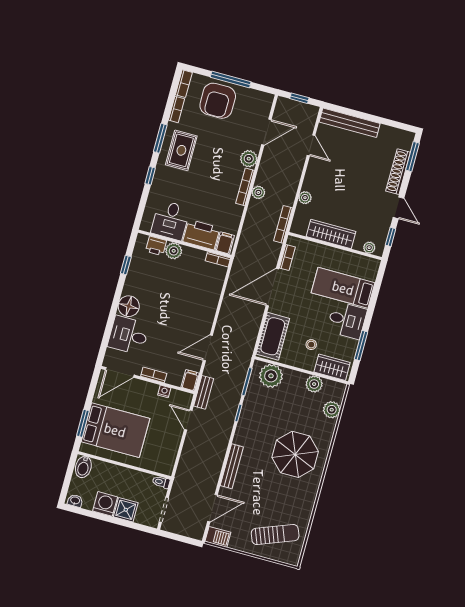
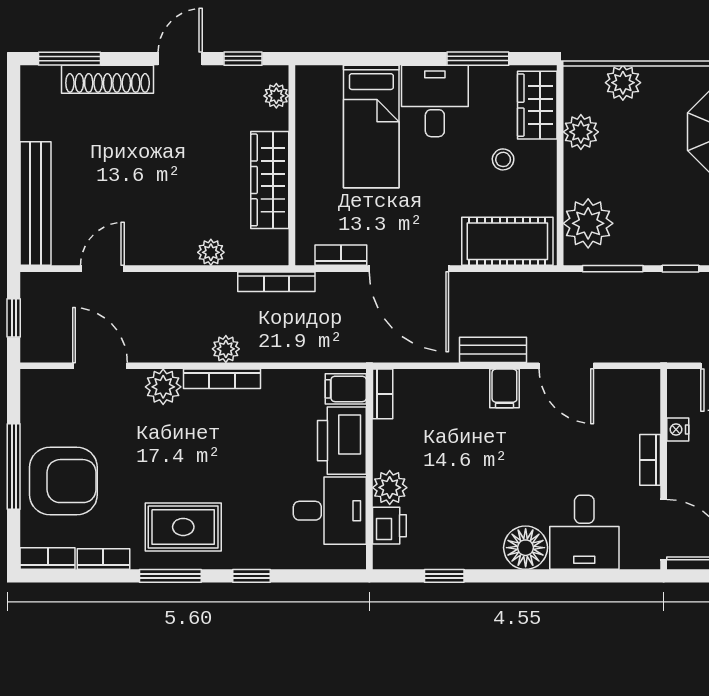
filing cabinet: (190, 380) -> (504, 388), moved, turned -90
bench: (204, 392) -> (493, 350), moved

